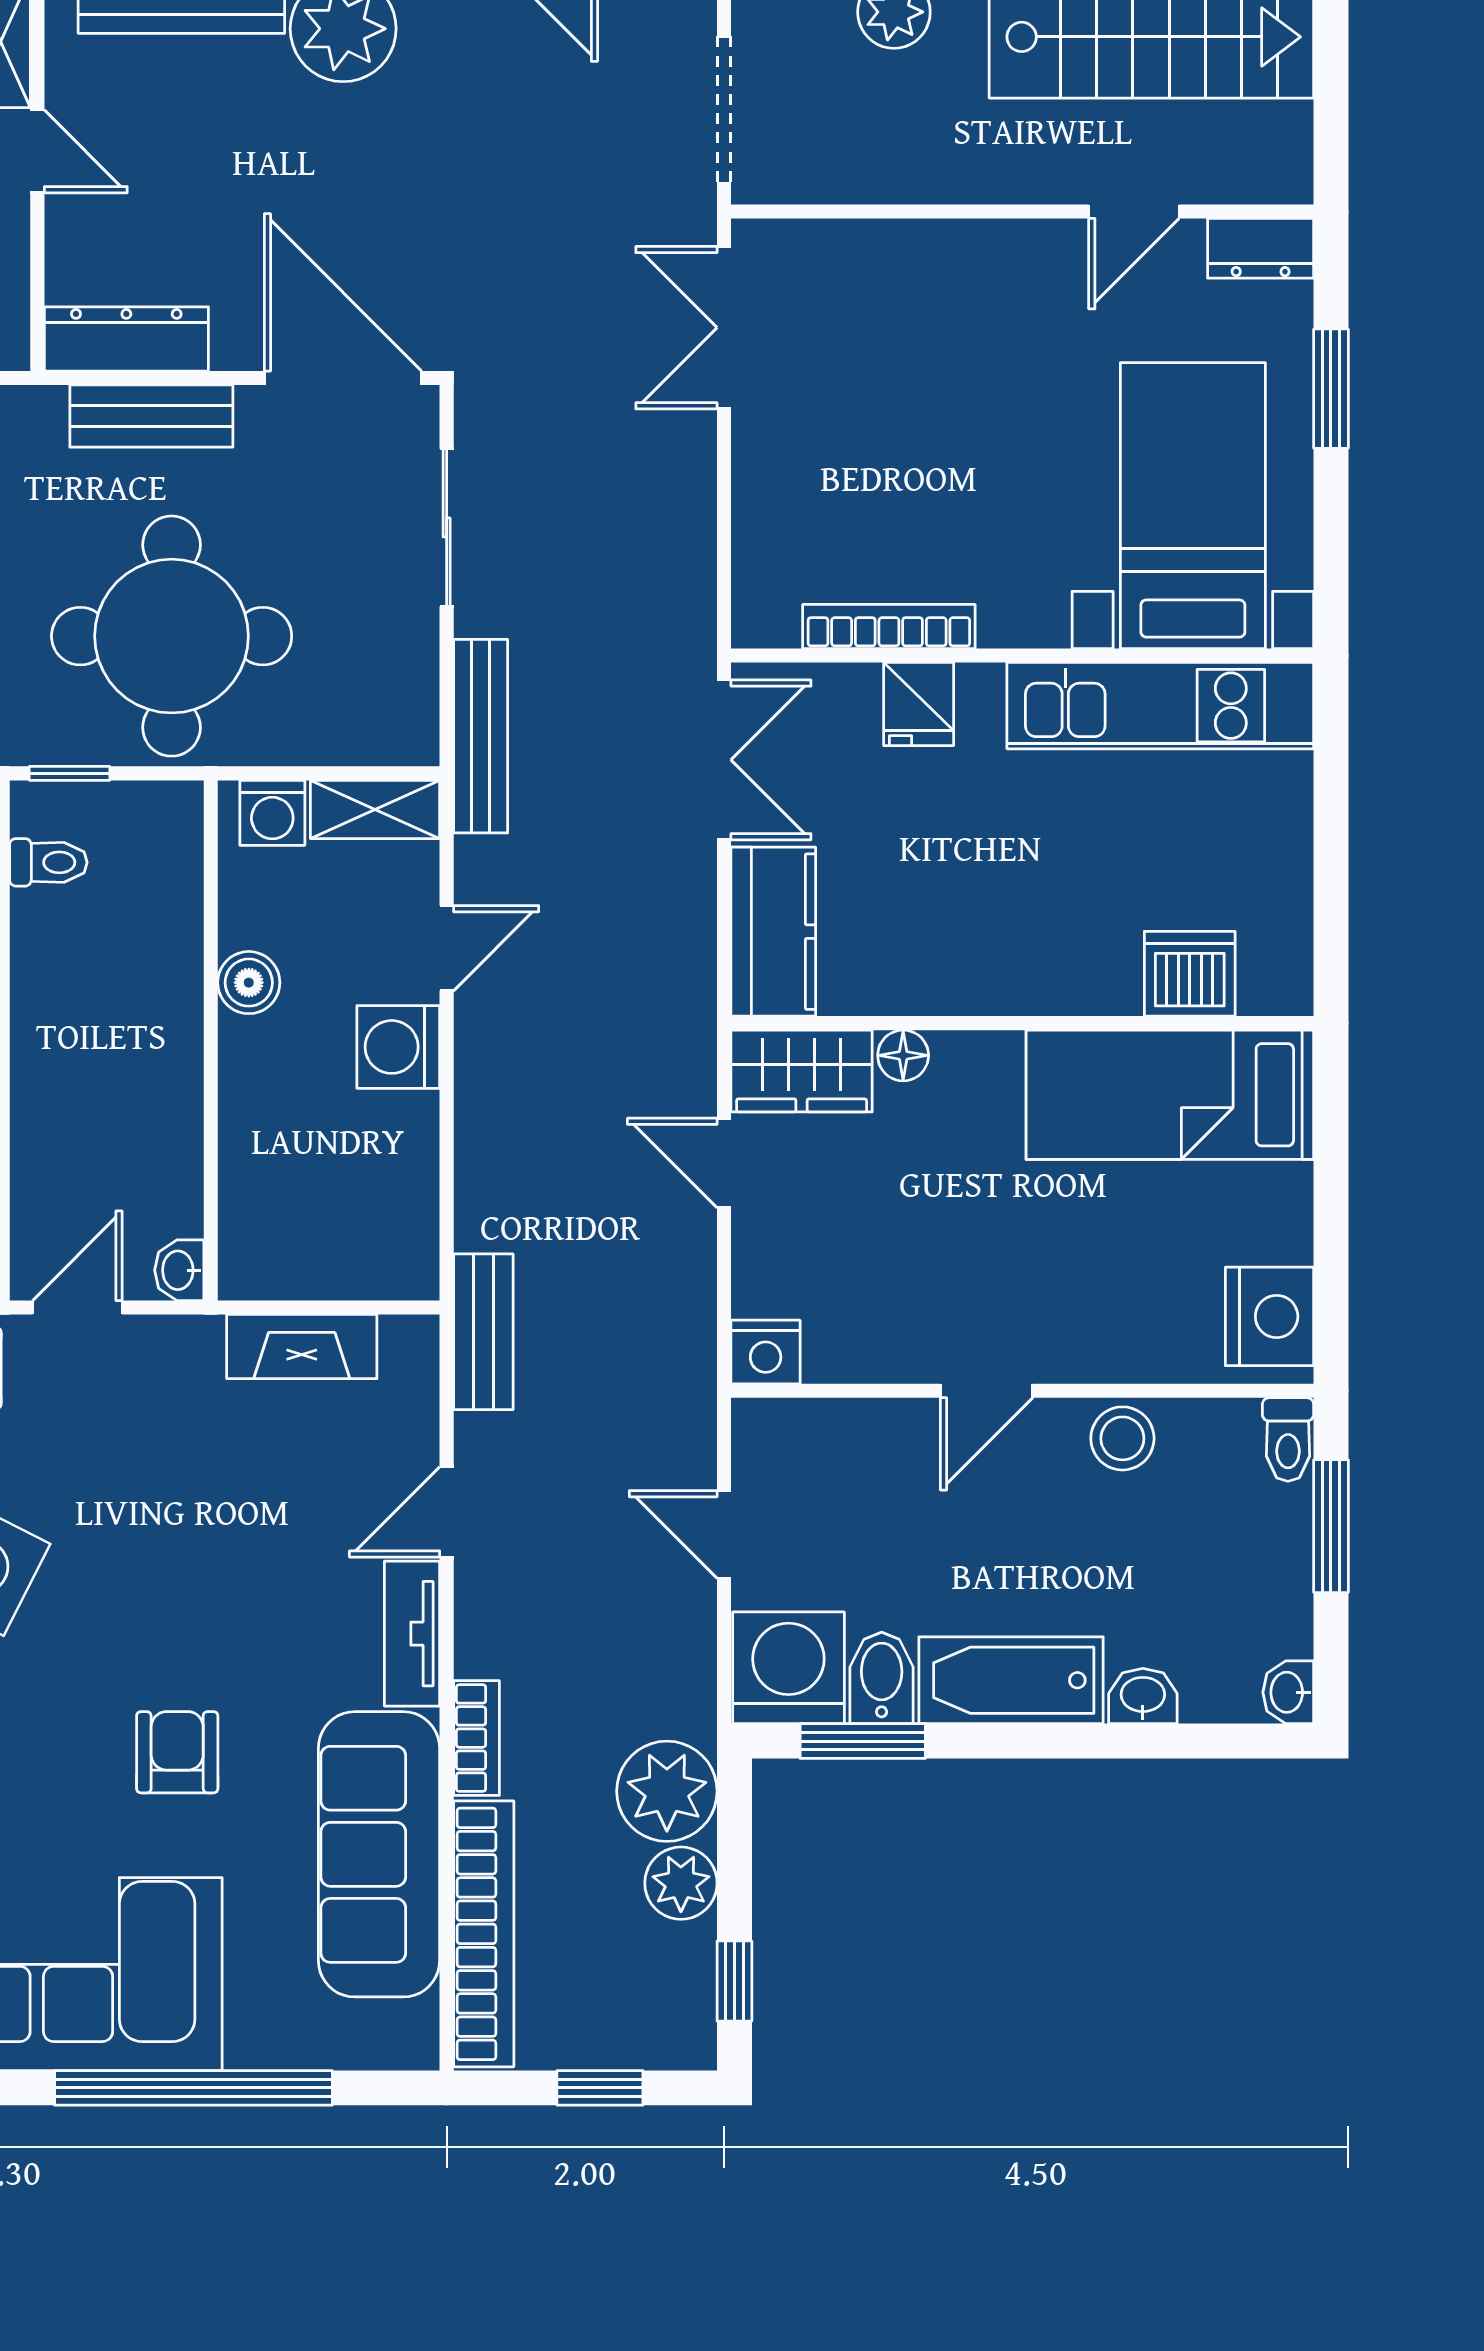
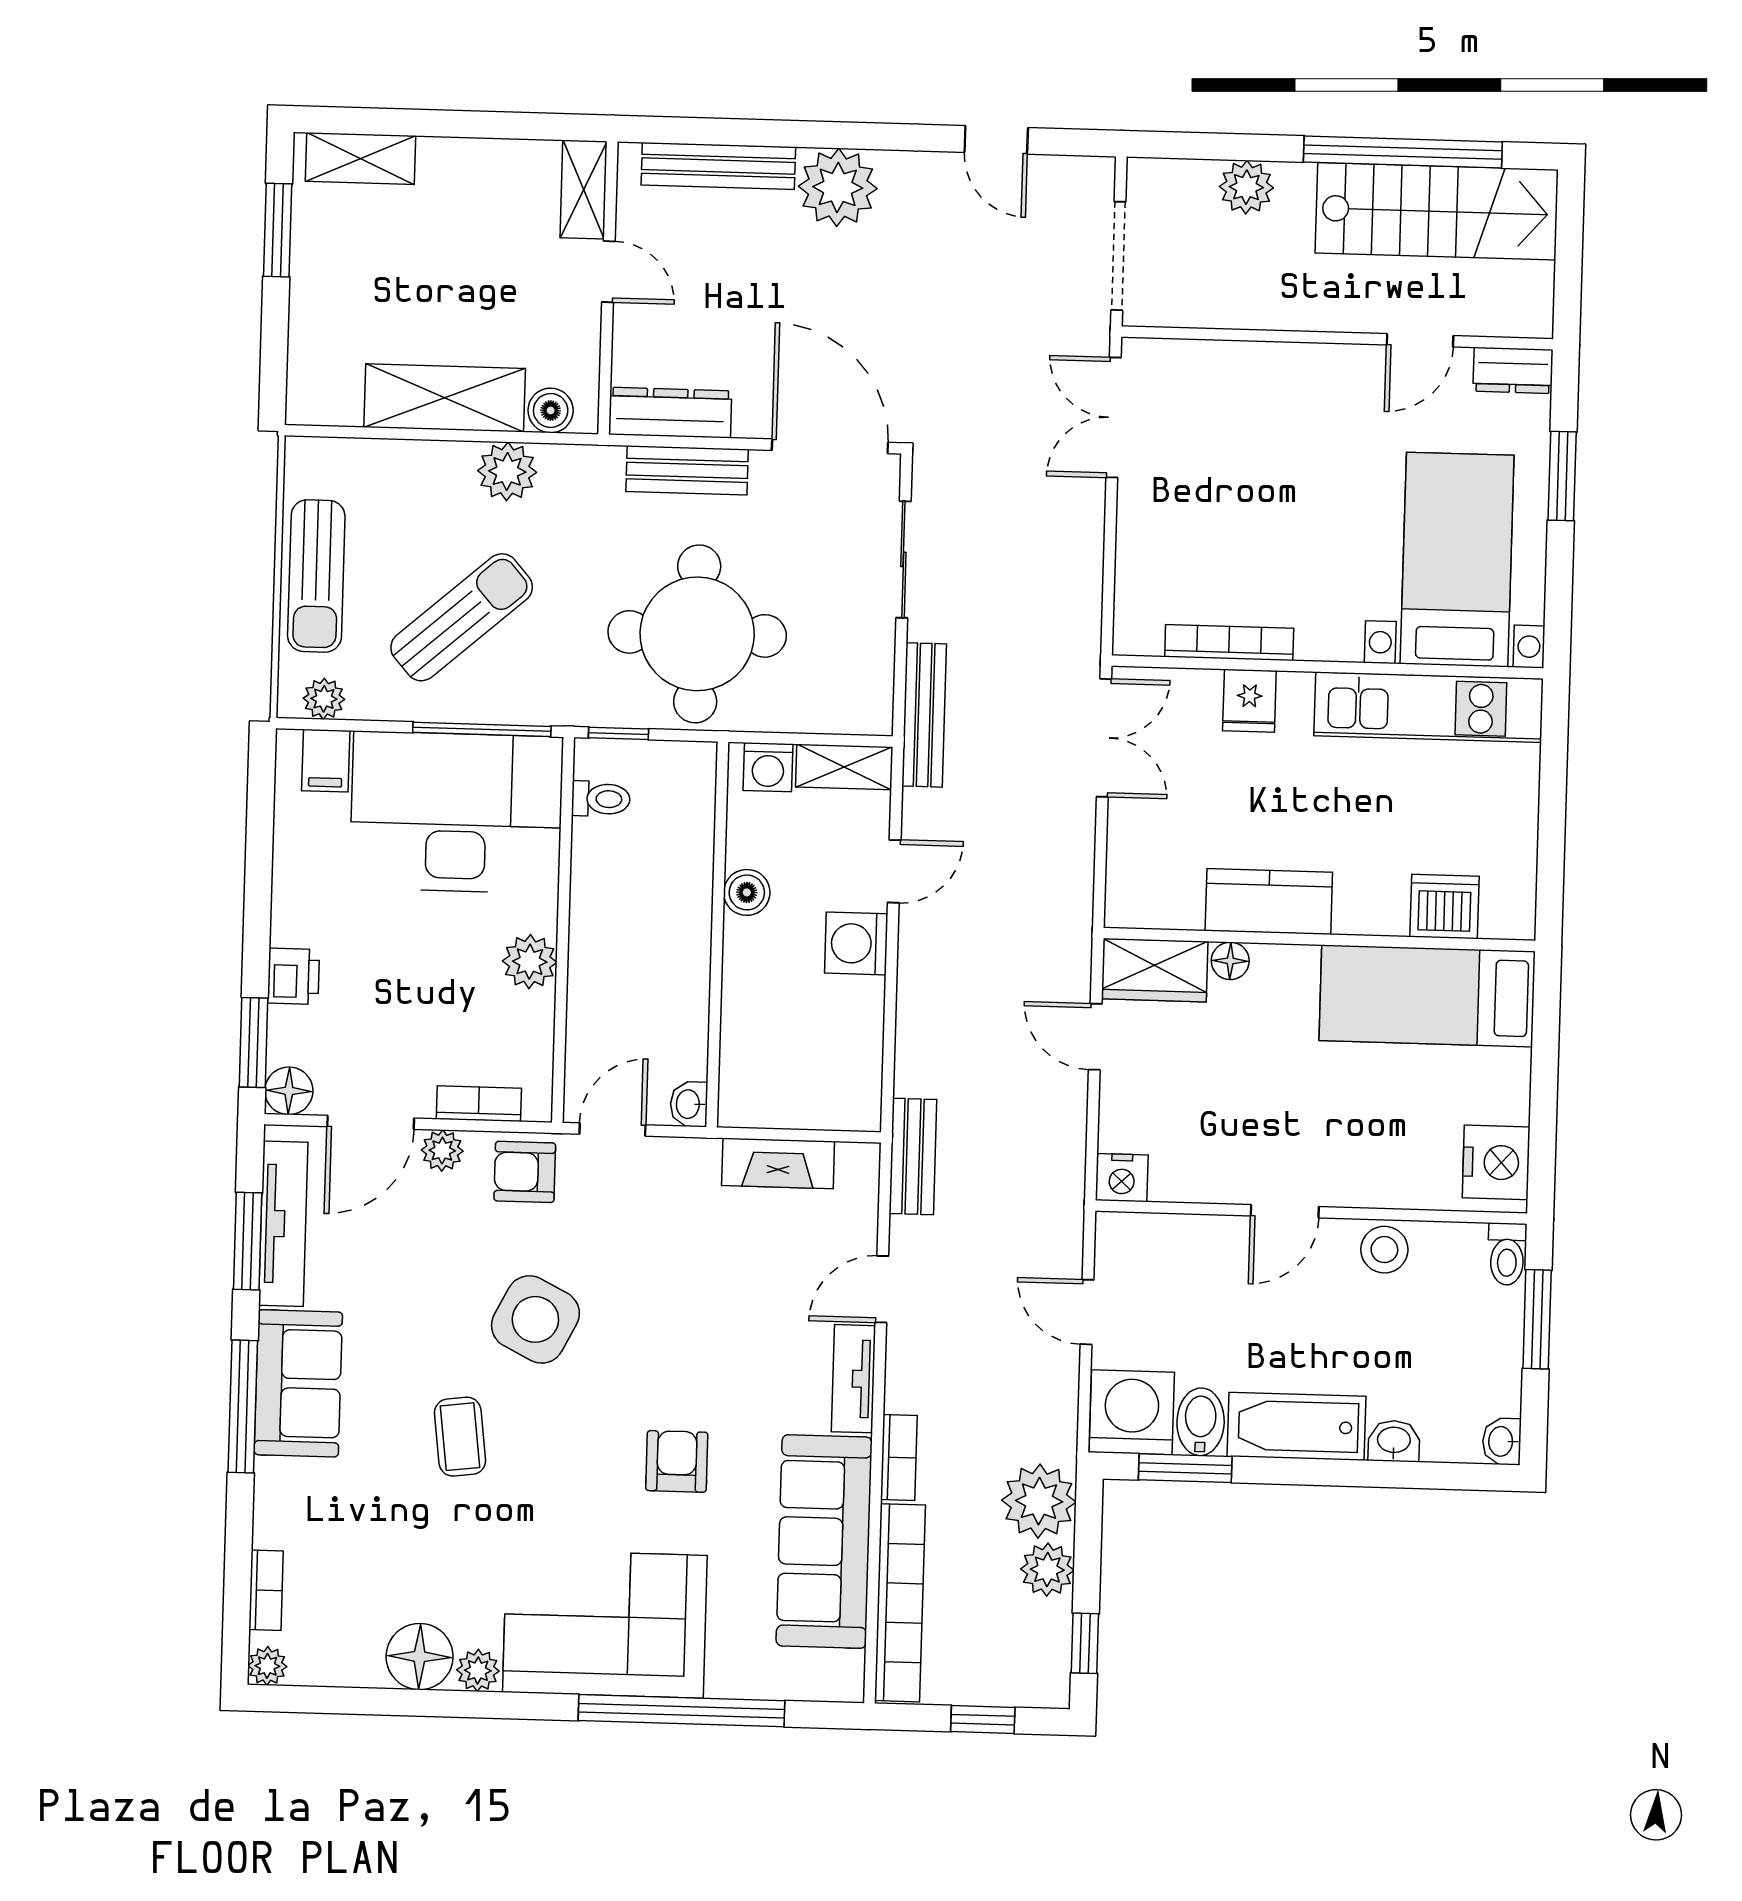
kitchen counter: (773, 932) -> (1269, 902), moved, turned -90

